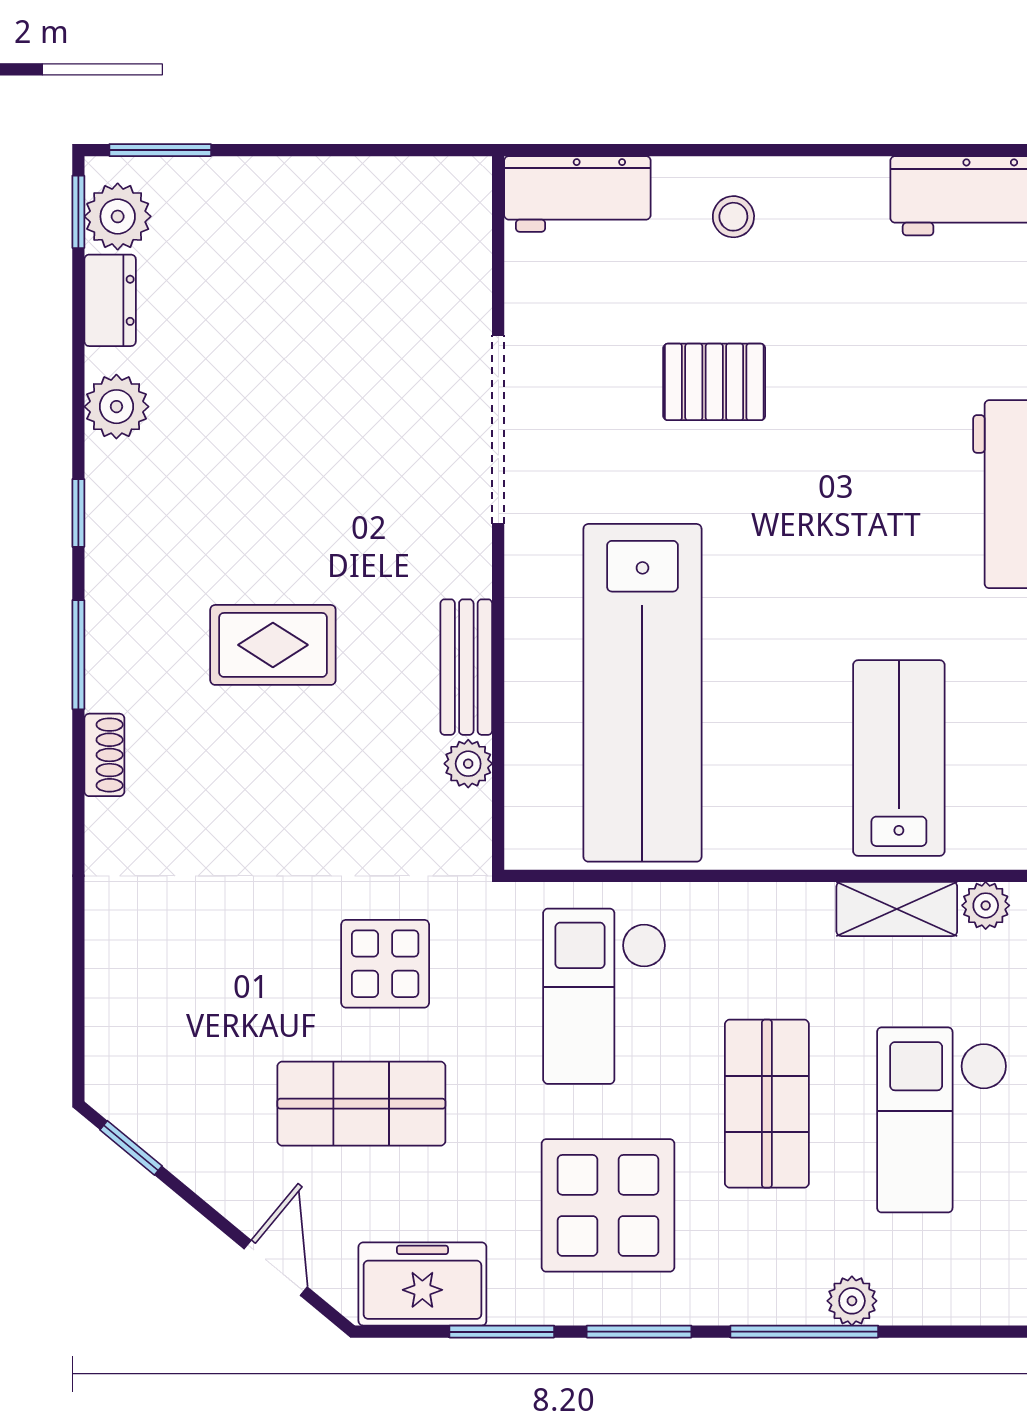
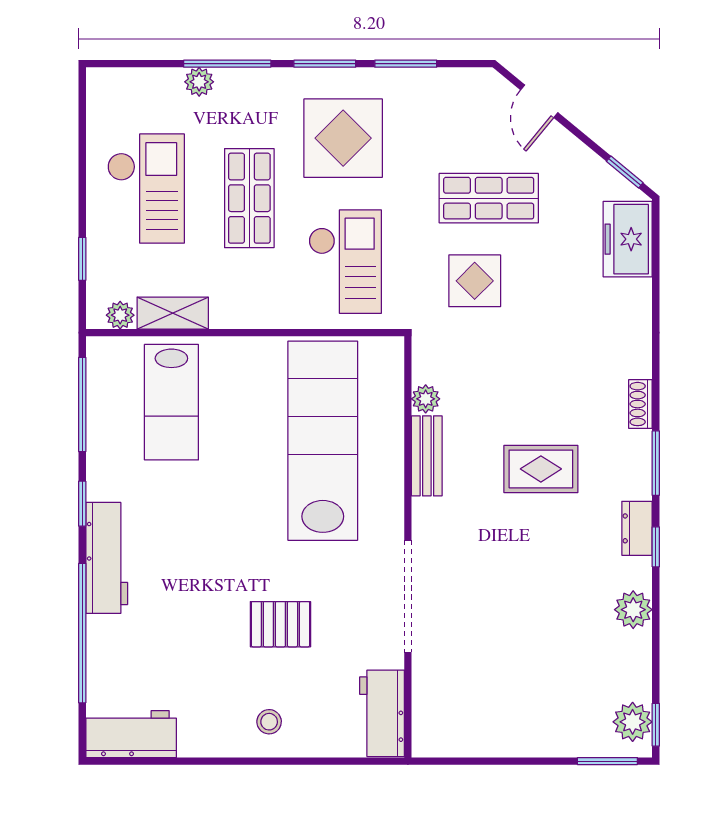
workbench: (577, 194) -> (382, 713), moved, turned -90
dresser: (110, 300) -> (637, 528), moved
freezer: (422, 1284) -> (628, 239), moved, turned 90

